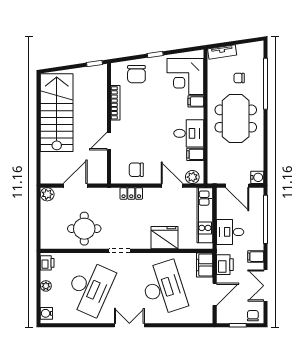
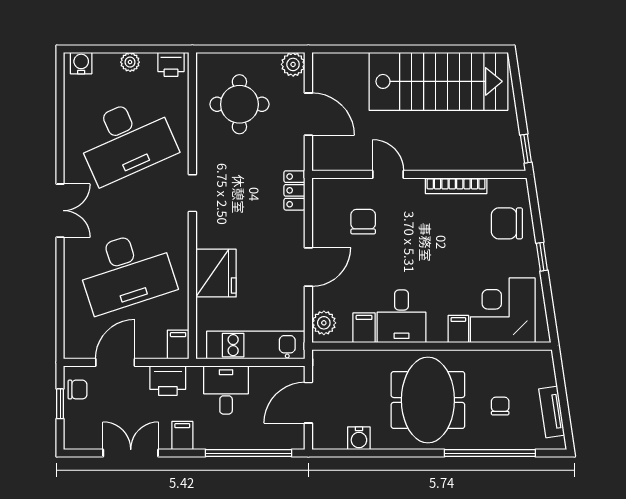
tv unit: (222, 52) -> (552, 412), moved
meeting table: (236, 119) -> (428, 400), turned 90
chair: (136, 170) -> (363, 222), moved
water cooler: (257, 177) -> (359, 438), moved
door: (172, 186) -> (308, 267), moved
locker: (131, 194) -> (294, 190), moved
round table: (84, 229) -> (239, 104), moved
filing cabinet: (205, 265) -> (178, 345), width x0.50
desk: (90, 288) -> (126, 140), turned -48
door: (215, 294) -> (115, 362), swing flipped
chair: (253, 316) -> (77, 390), moved

